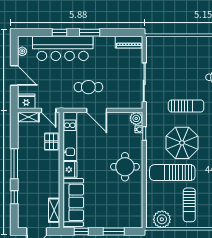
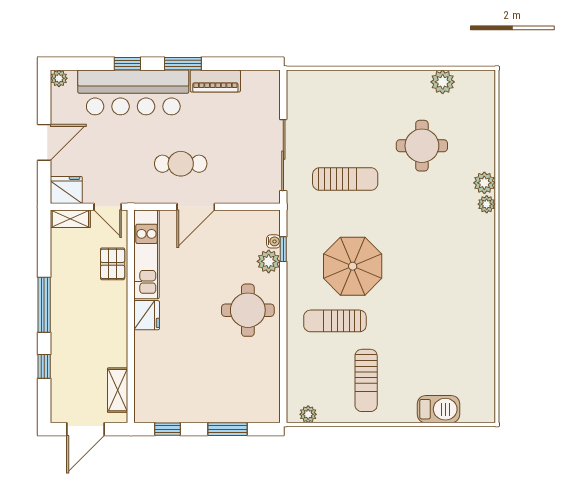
piano: (129, 42) -> (215, 81), moved
plant: (22, 51) -> (59, 78), moved
door: (14, 76) -> (44, 142), hinge flipped
sun lounger: (186, 106) -> (345, 179), moved
door: (97, 110) -> (196, 207), hinge flipped
plant: (136, 118) -> (269, 261), moved
sun lounger: (172, 173) -> (335, 321), width x0.73, depth x0.75
sofa: (73, 202) -> (153, 376), removed
plant: (162, 219) -> (308, 414), width x0.53, depth x0.53

